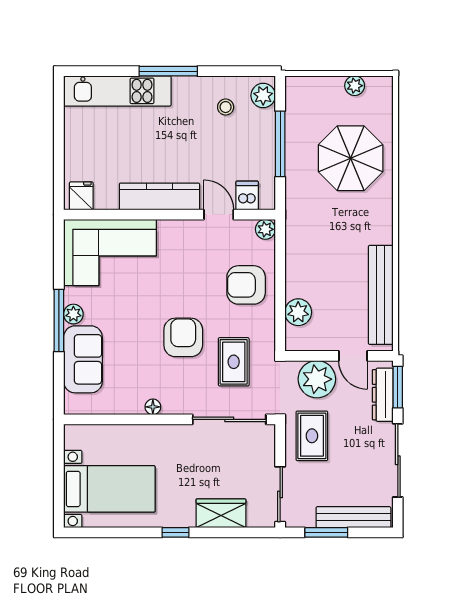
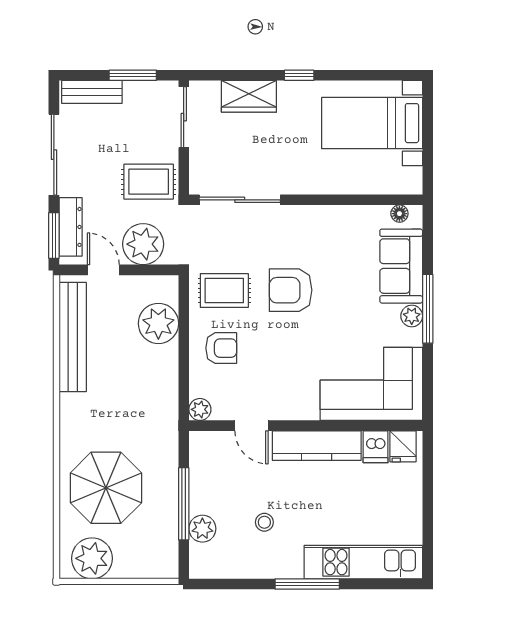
plant: (355, 86) -> (92, 558), width x1.88, depth x1.88
plant: (263, 96) -> (202, 529), moved
stool: (226, 107) -> (264, 522), moved
dishwasher: (247, 195) -> (376, 447), moved
armchair: (246, 285) -> (221, 348), width x0.72, depth x0.72
plant: (298, 312) -> (158, 323), width x1.36, depth x1.36
armchair: (183, 337) -> (291, 290), turned 90
rug: (234, 362) -> (224, 290), moved, turned 90
floor lamp: (153, 407) -> (399, 214), moved
rug: (312, 436) -> (149, 182), turned 90
bench: (353, 517) -> (92, 92), width x0.73

